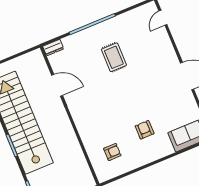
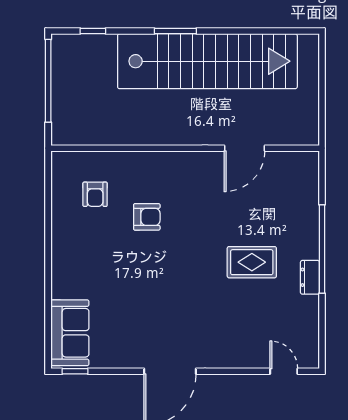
dresser: (53, 48) -> (310, 277), moved
armchair: (145, 130) -> (147, 217), moved

